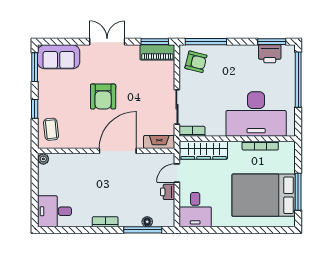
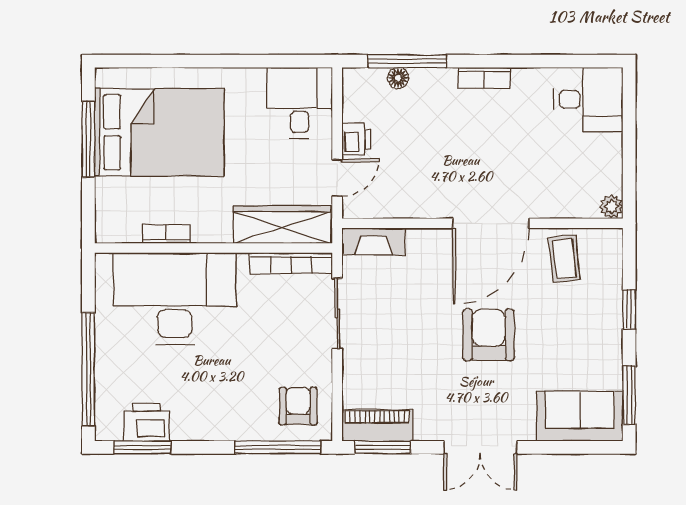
armchair: (196, 62) -> (298, 406), turned 76
coffee table: (51, 129) -> (564, 259), moved
bookcase: (192, 131) -> (291, 263), width x1.56
bookcase: (260, 146) -> (166, 234), width x0.64
door: (118, 151) -> (491, 223), moved

